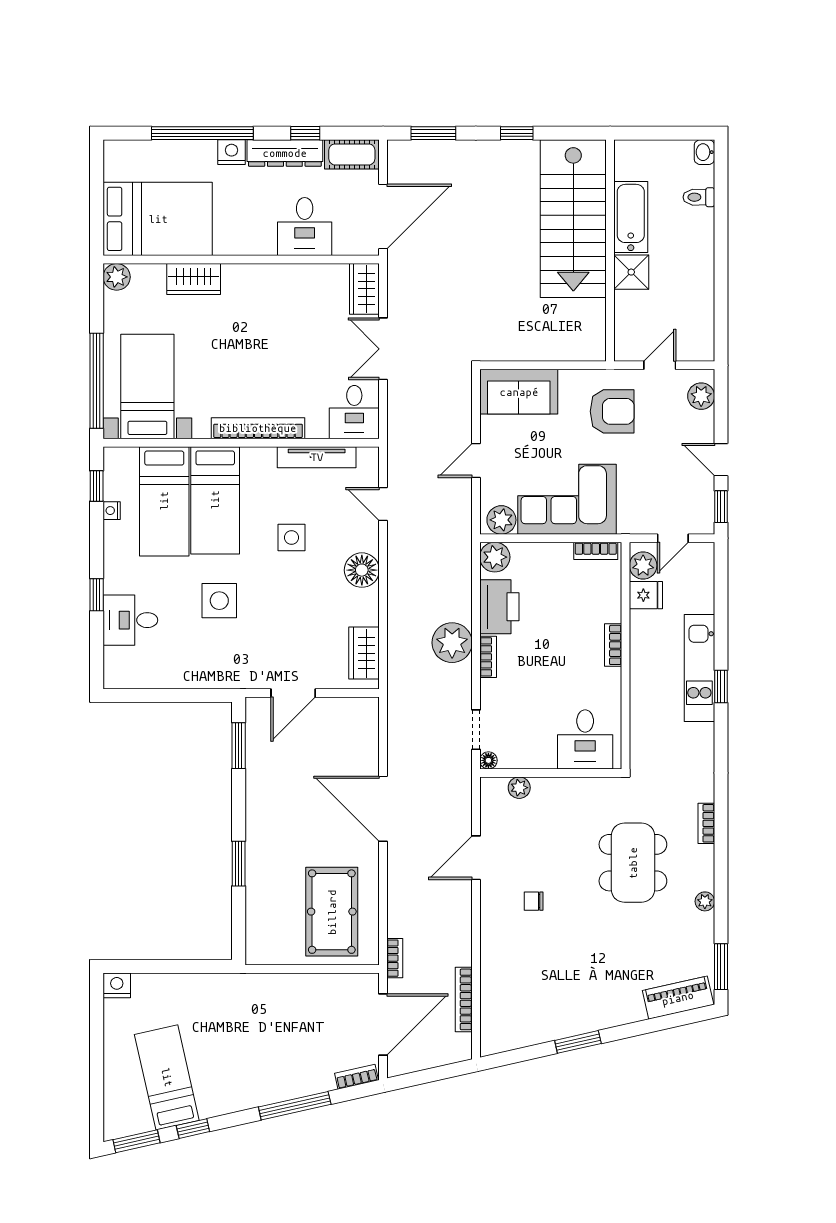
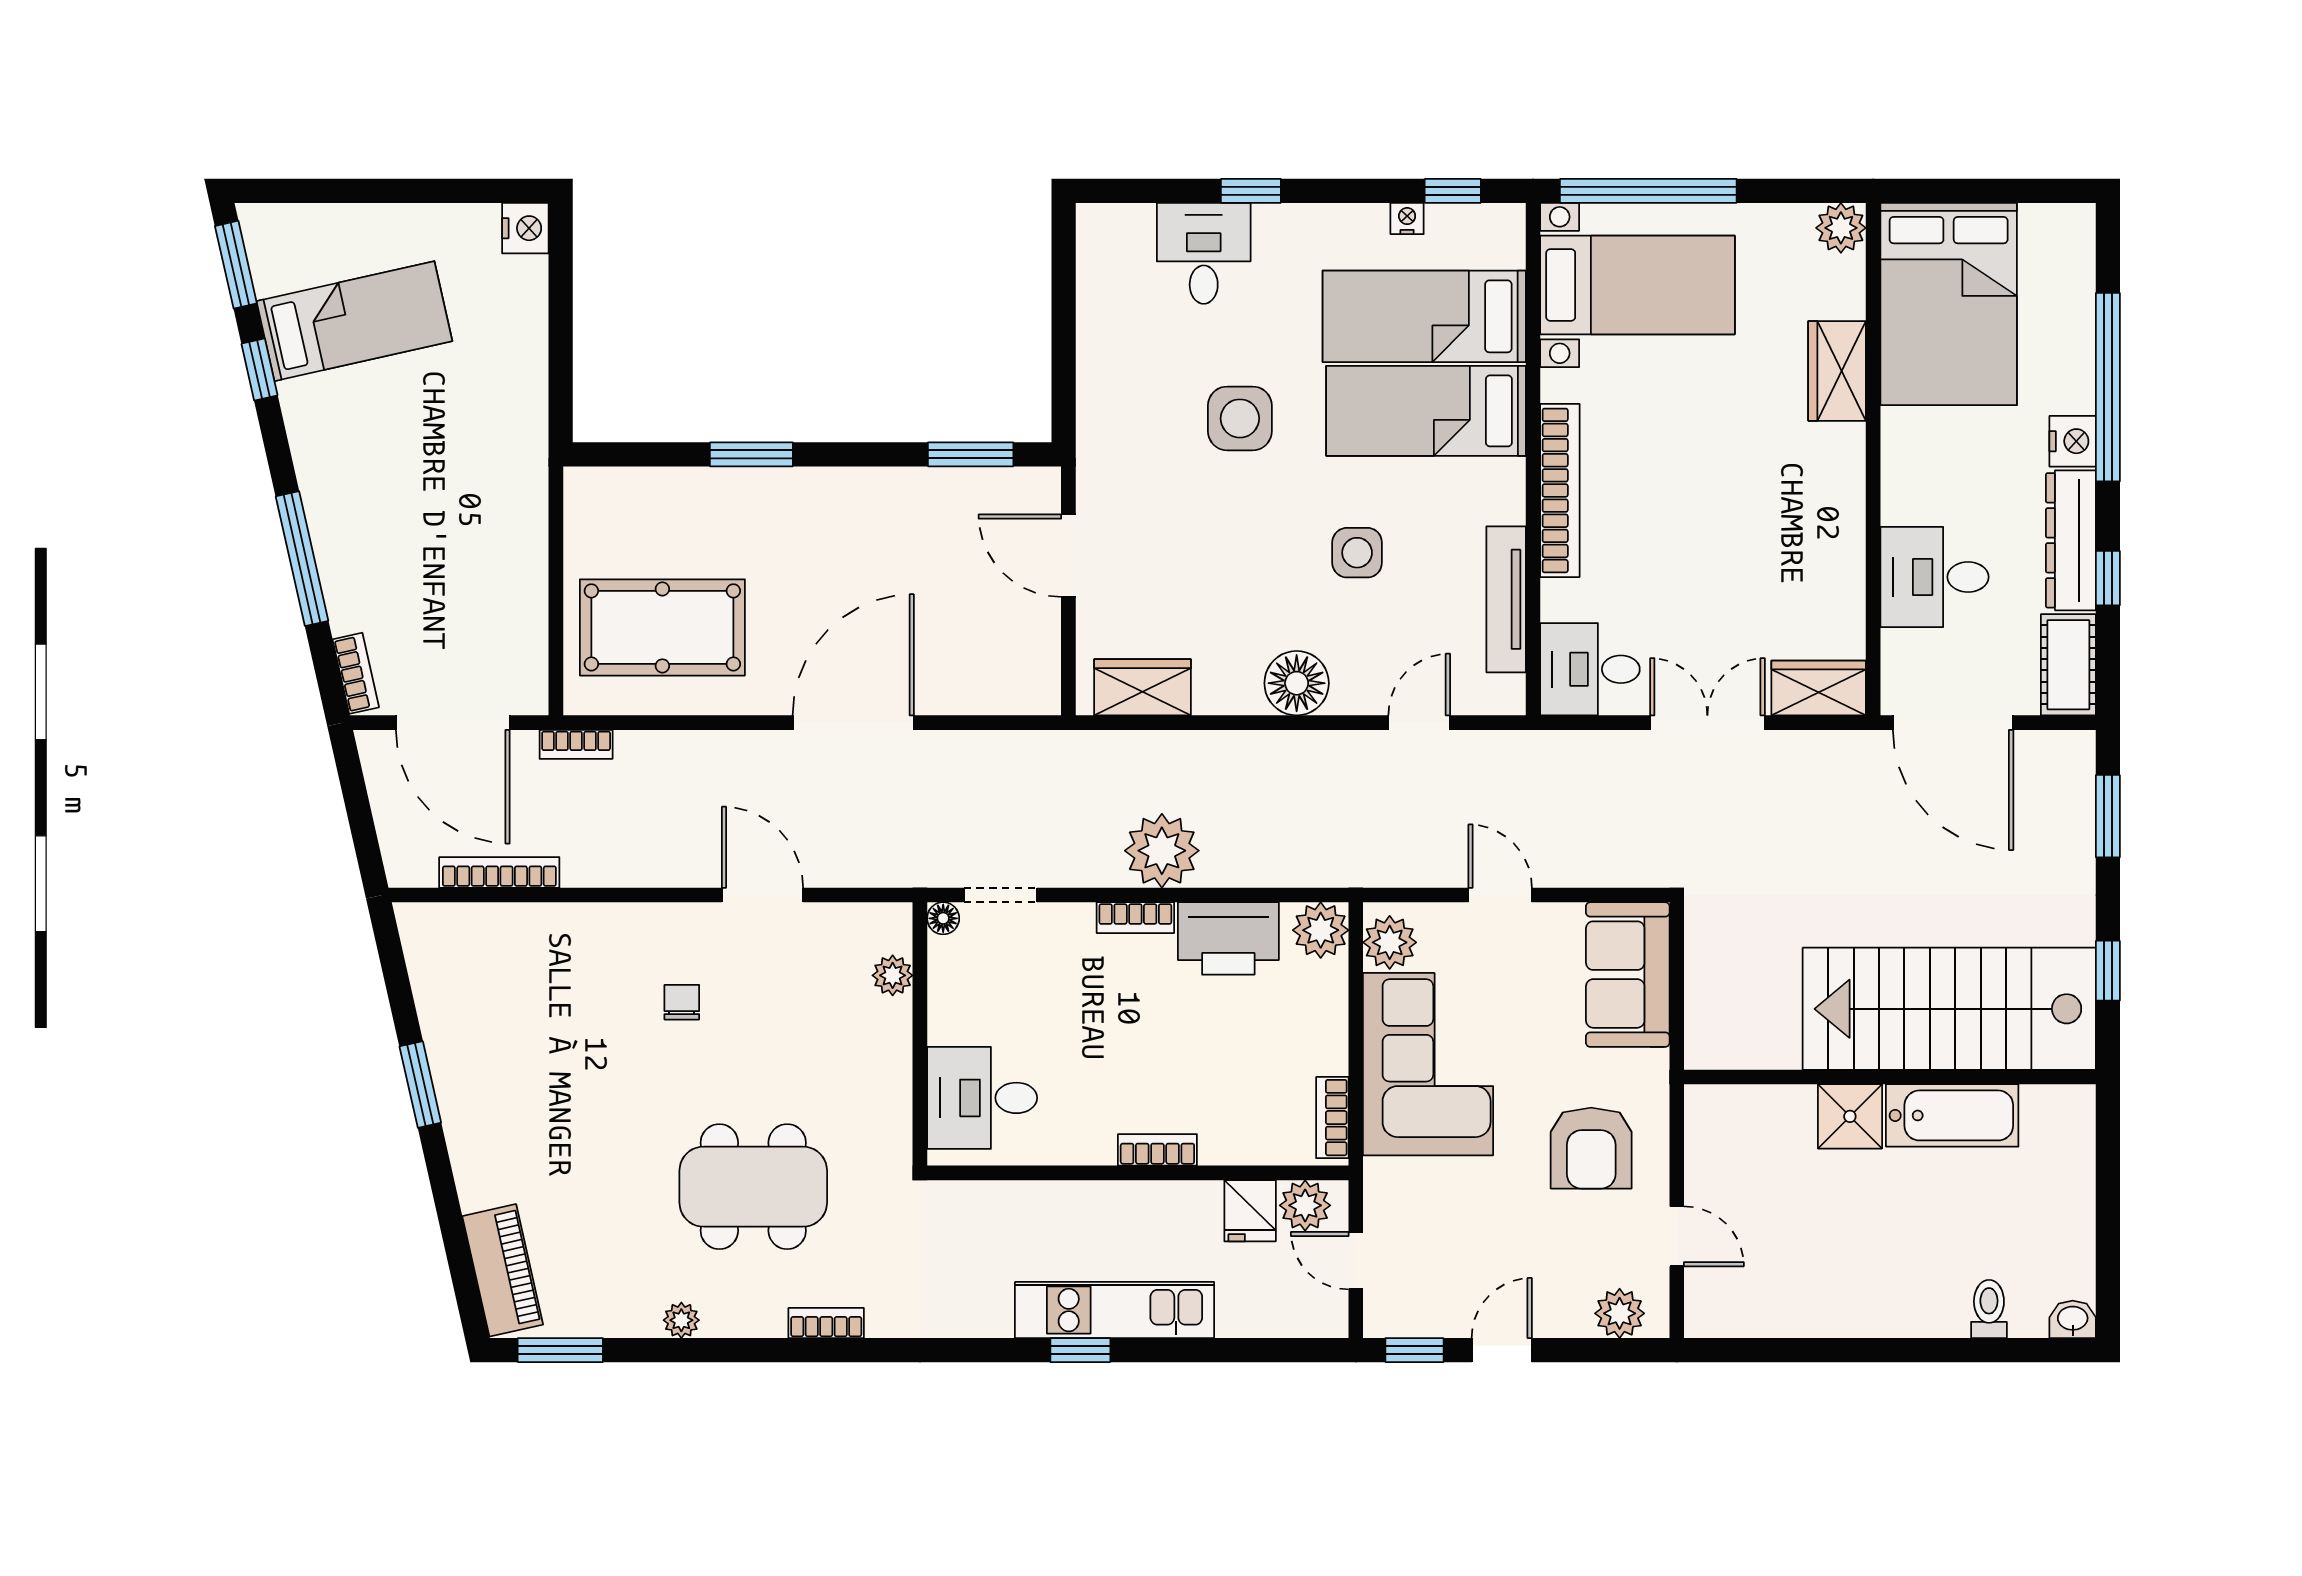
bathtub: (631, 217) -> (1952, 1115), moved
stairs: (573, 219) -> (1949, 1009), moved
wall: (610, 251) -> (1890, 1077), moved
shower: (631, 272) -> (1850, 1116), moved

